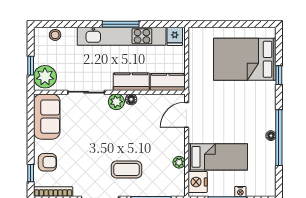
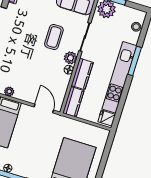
window: (121, 24) -> (135, 61), moved
coffee table: (127, 170) -> (54, 37), moved

